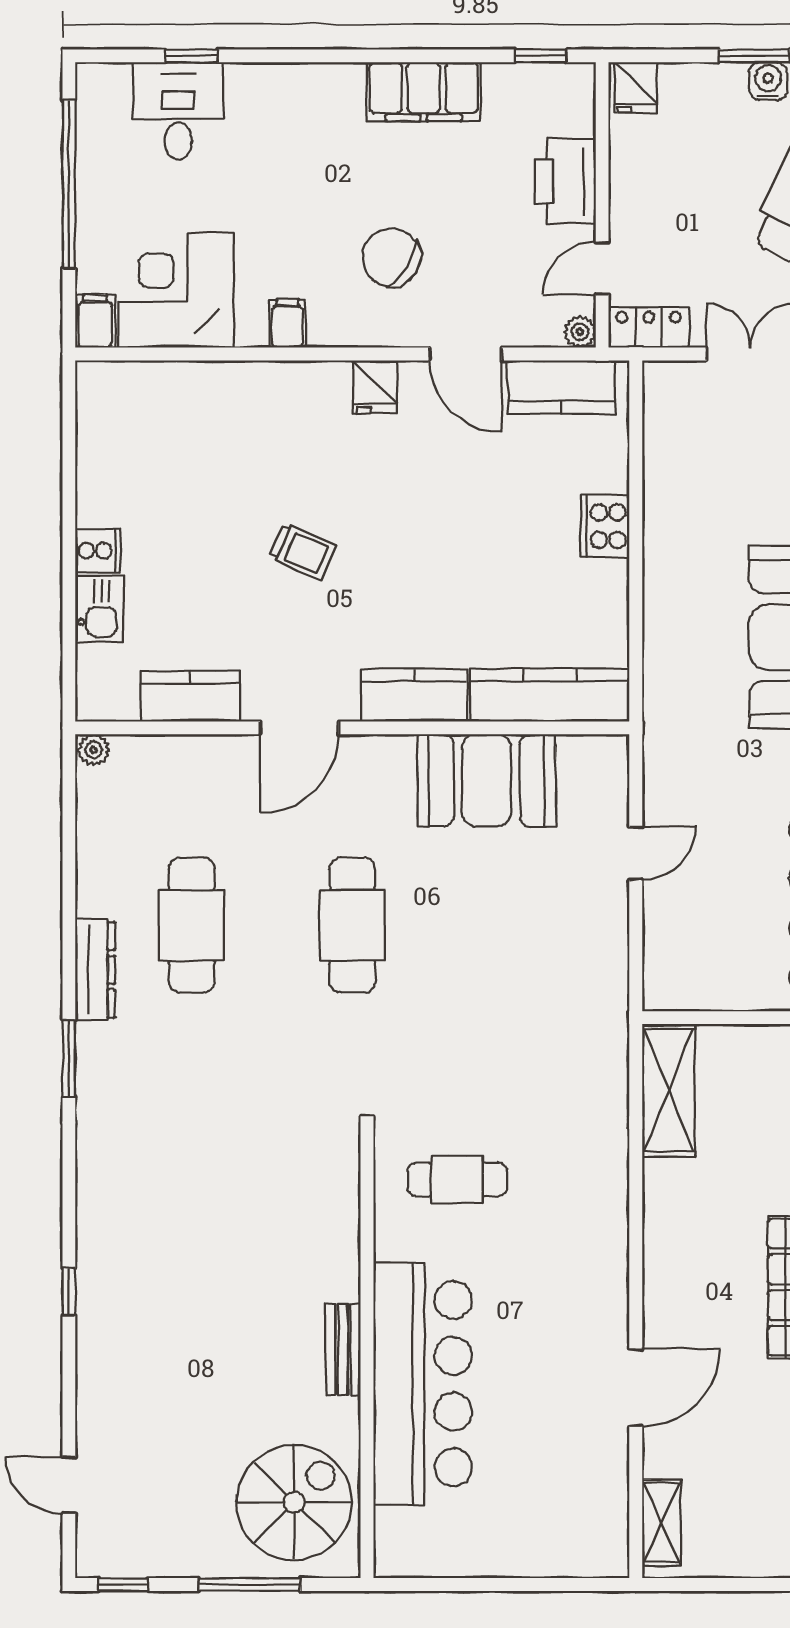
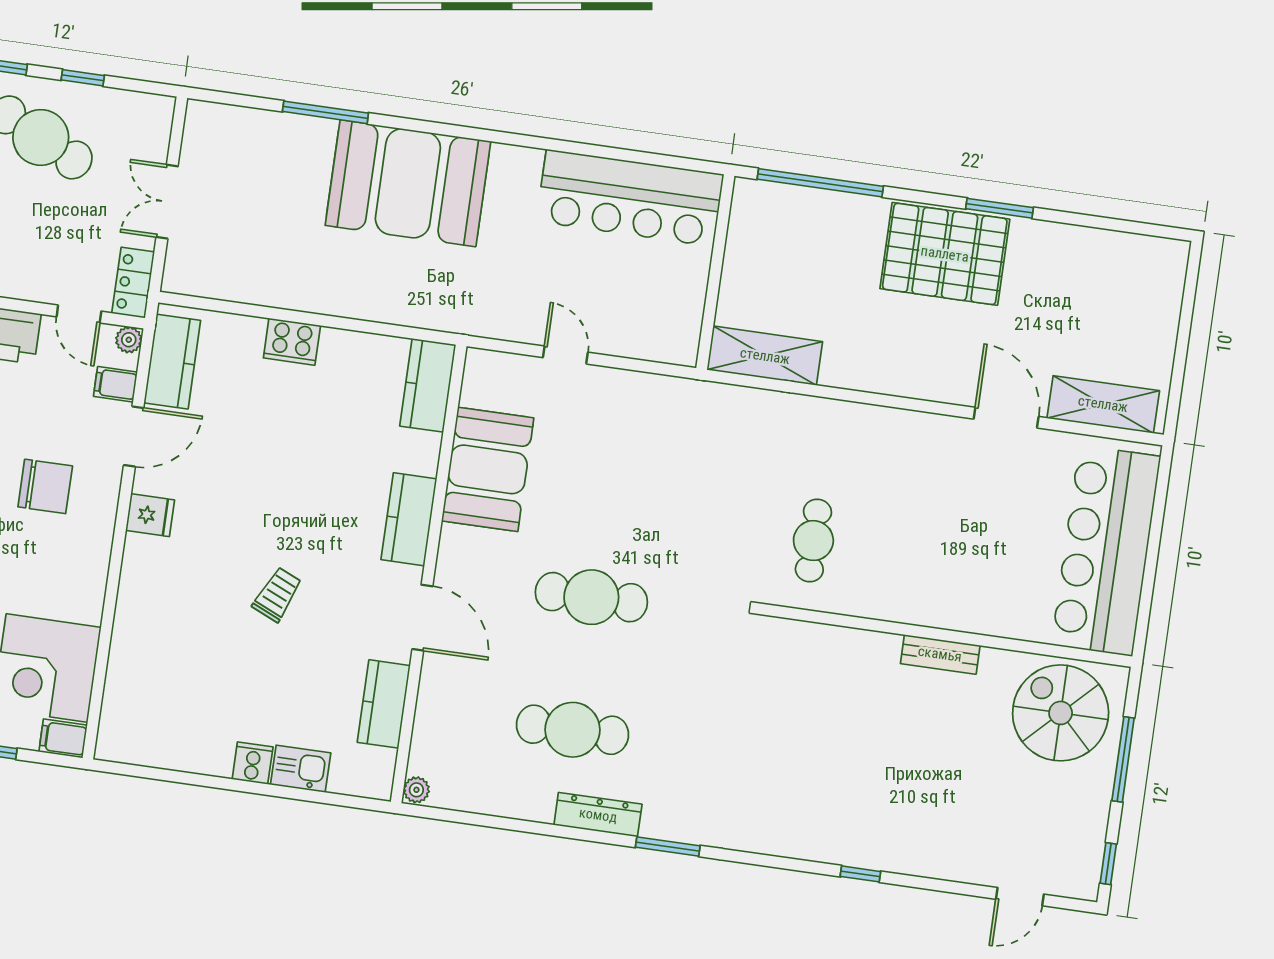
chair: (392, 257) -> (45, 486), turned -122
filing cabinet: (287, 324) -> (115, 384), moved
kitchen counter: (550, 695) -> (428, 385), width x0.67
bar counter: (423, 1384) -> (1106, 551), moved, turned -90
shelving: (661, 1522) -> (1103, 404), width x1.50, depth x1.33

